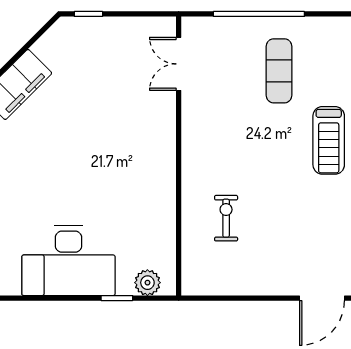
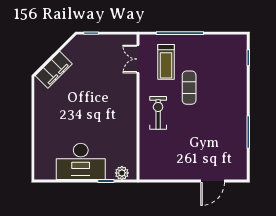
exercise mat: (279, 71) -> (189, 88), moved
treadmill: (329, 140) -> (166, 62), moved
exercise bike: (226, 218) -> (158, 113), moved, width x1.38, depth x1.39

